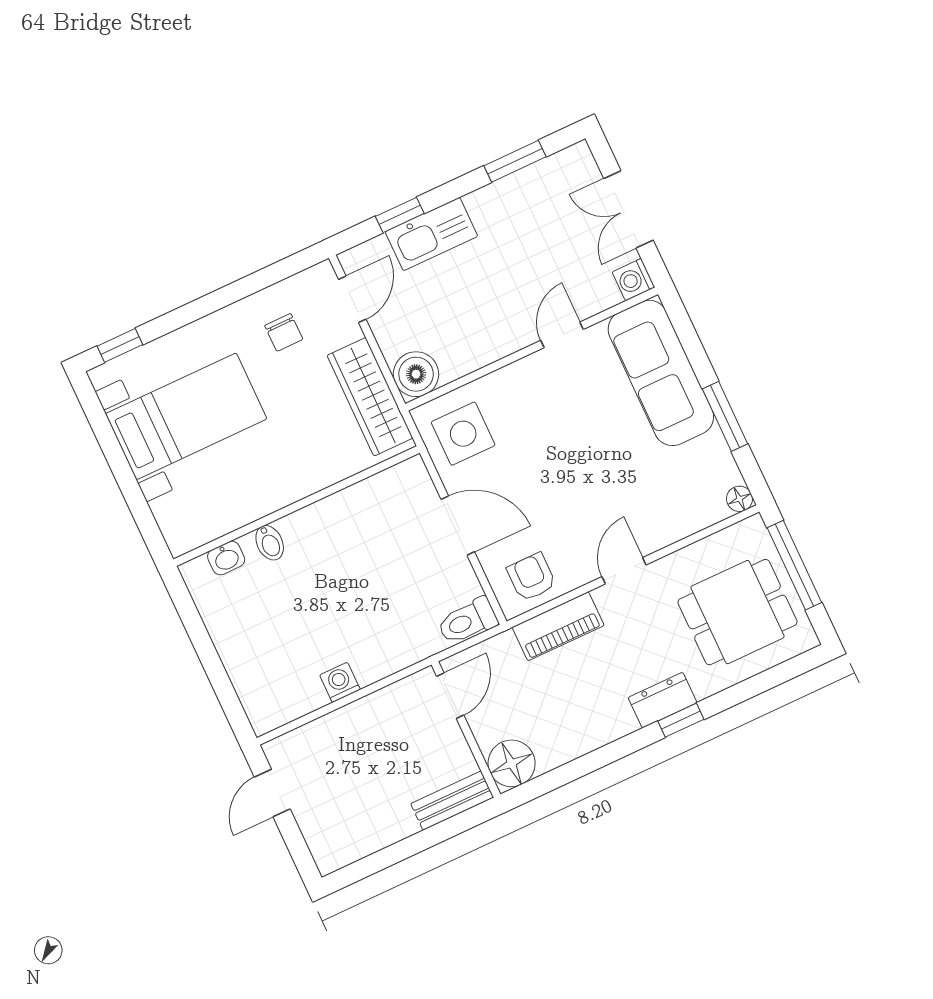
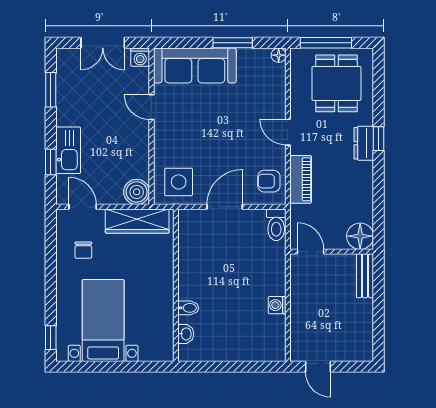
chair: (284, 332) -> (83, 250), turned 90

